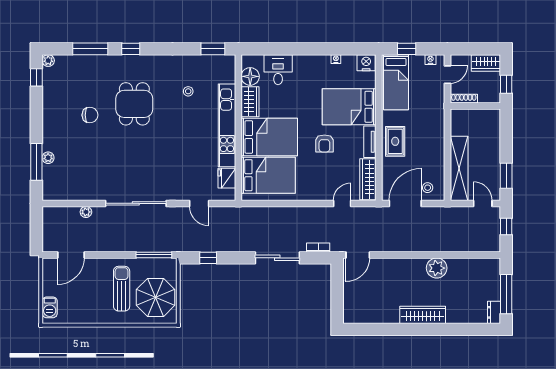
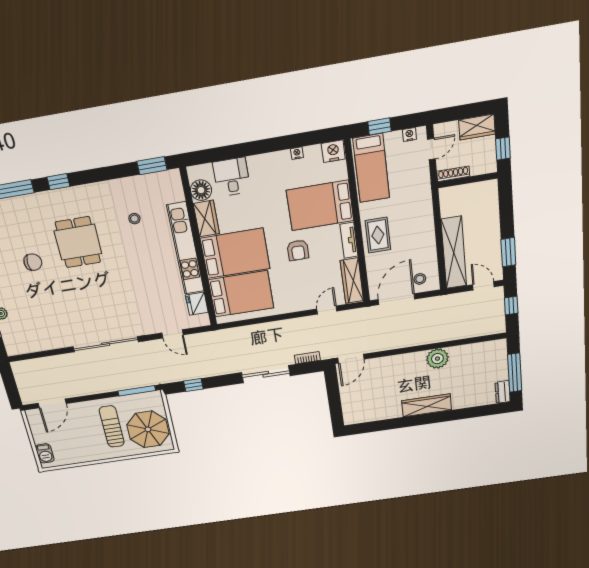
plant: (86, 212) -> (56, 361), removed

